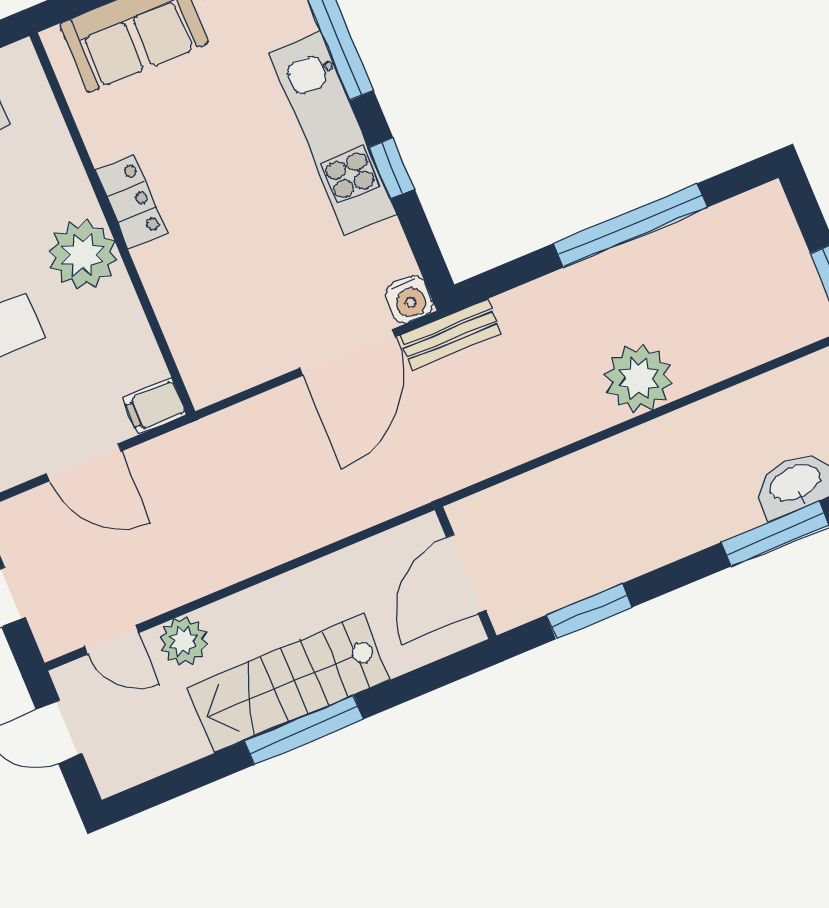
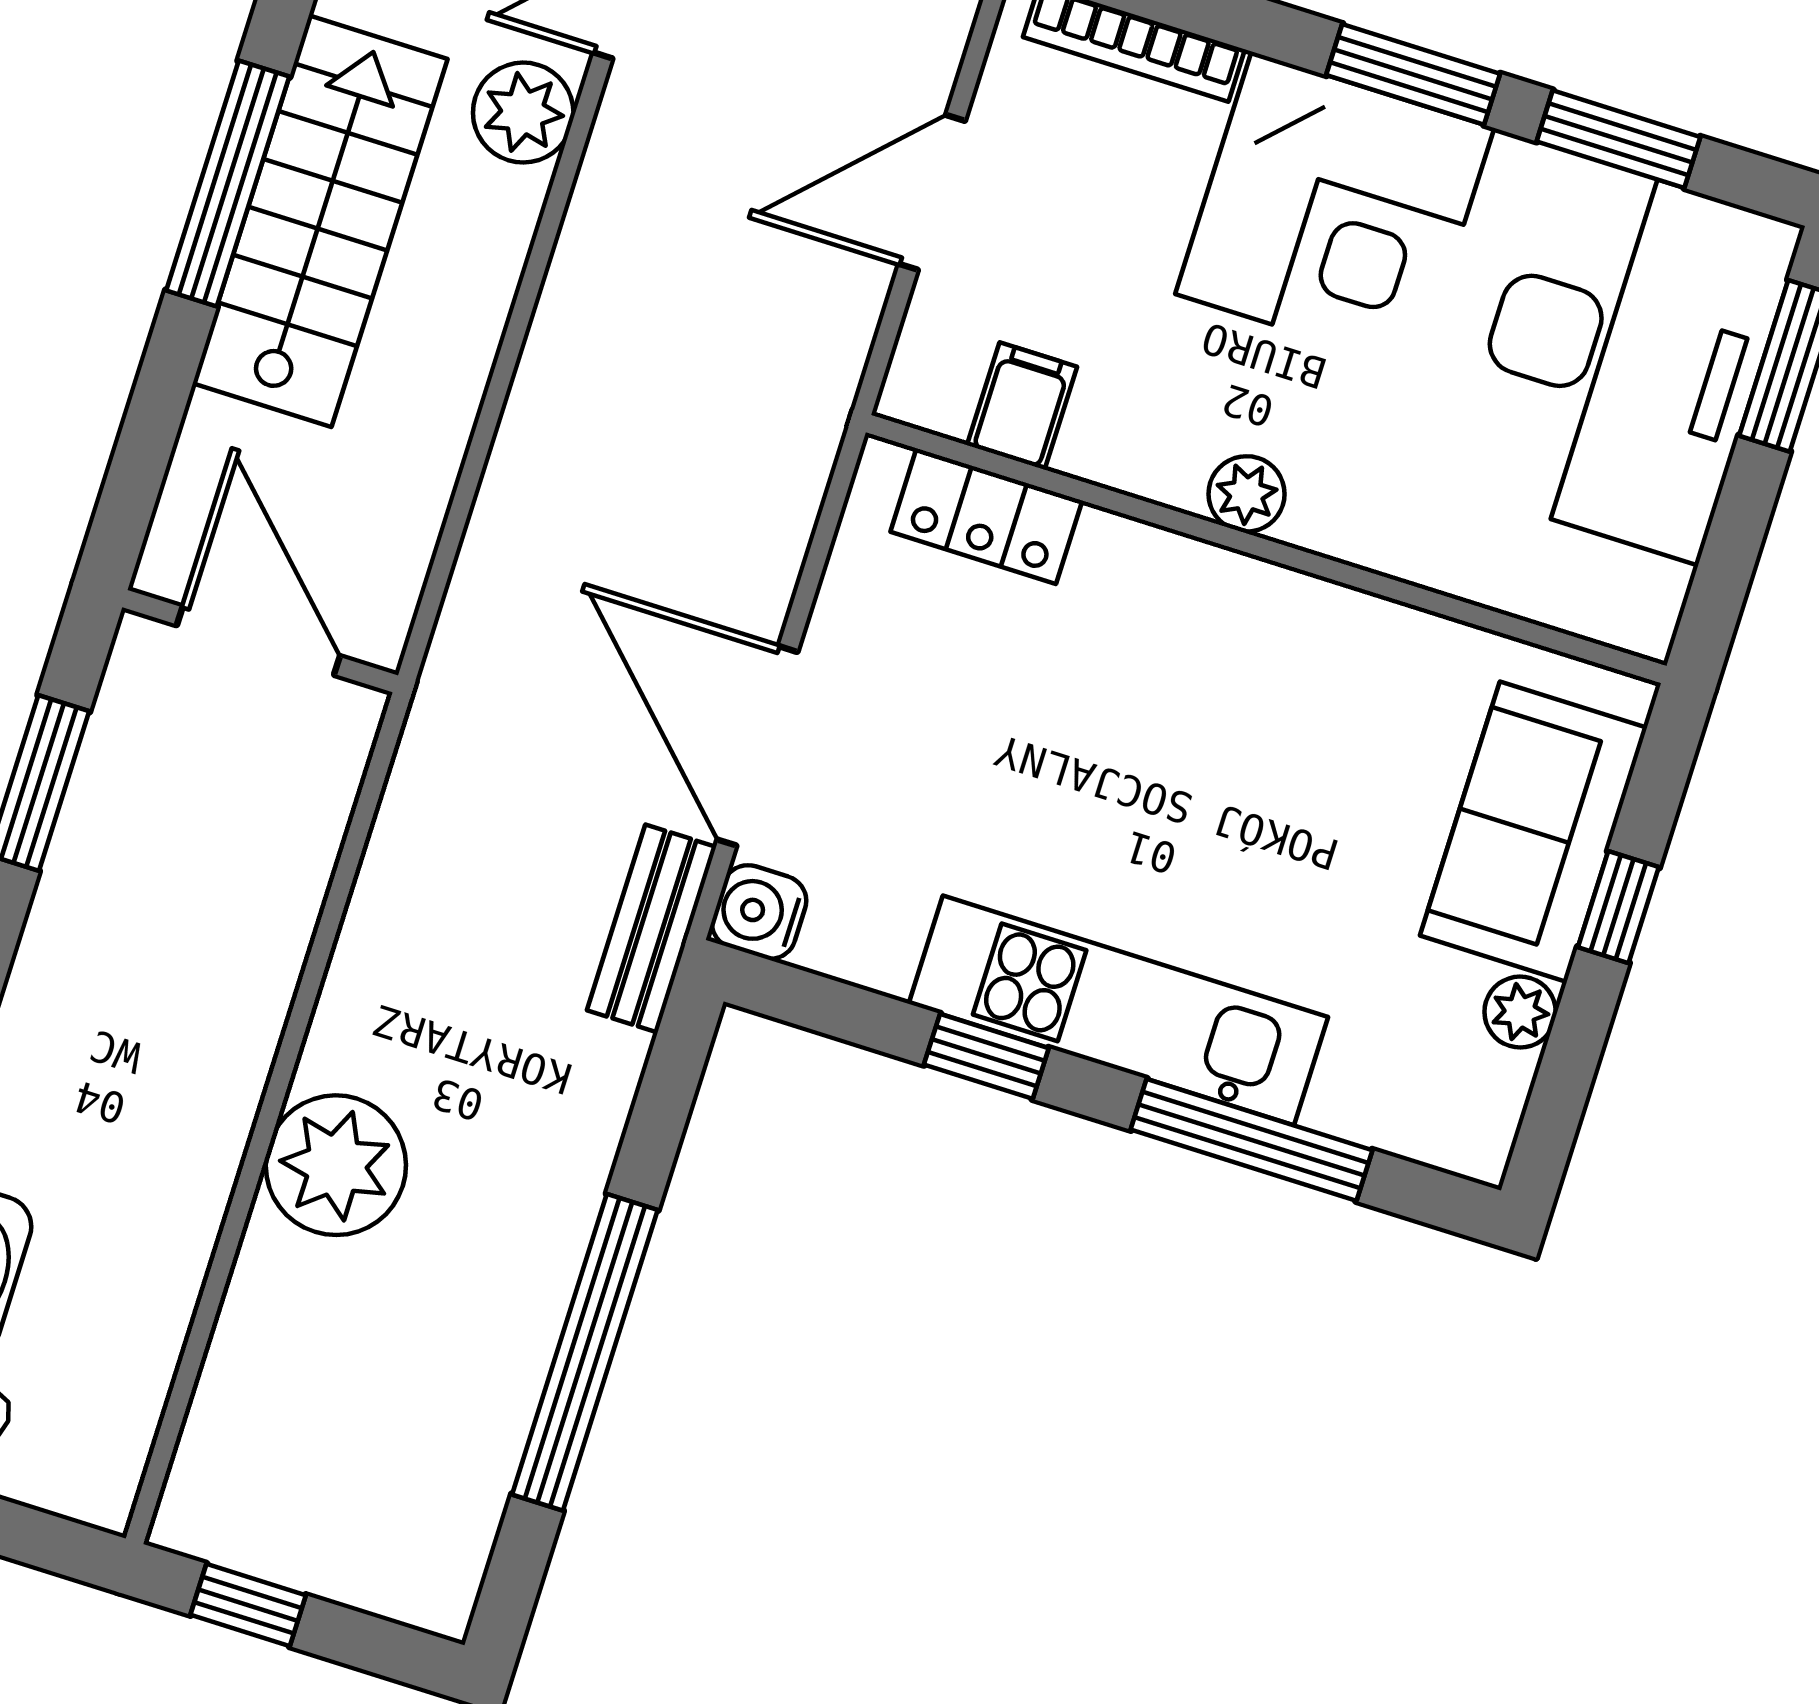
locker: (131, 202) -> (986, 516), moved
plant: (83, 255) -> (1247, 494), width x0.53, depth x0.53
filing cabinet: (155, 406) -> (1022, 406), moved

